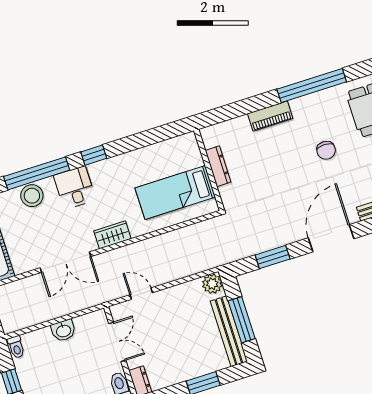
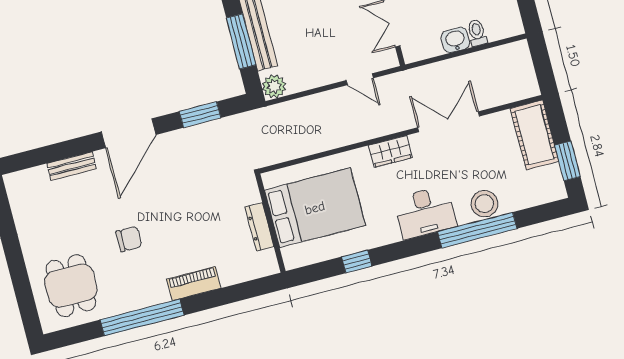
chair: (326, 150) -> (129, 239), turned 90
window: (94, 155) -> (357, 262), moved
desk: (75, 188) -> (425, 212), width x1.37
bed: (175, 193) -> (315, 208), width x1.50
toilet: (16, 347) -> (477, 33), moved

